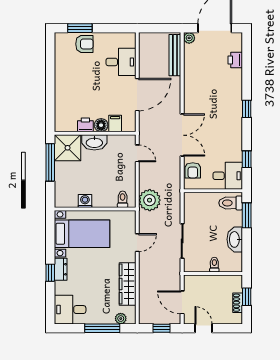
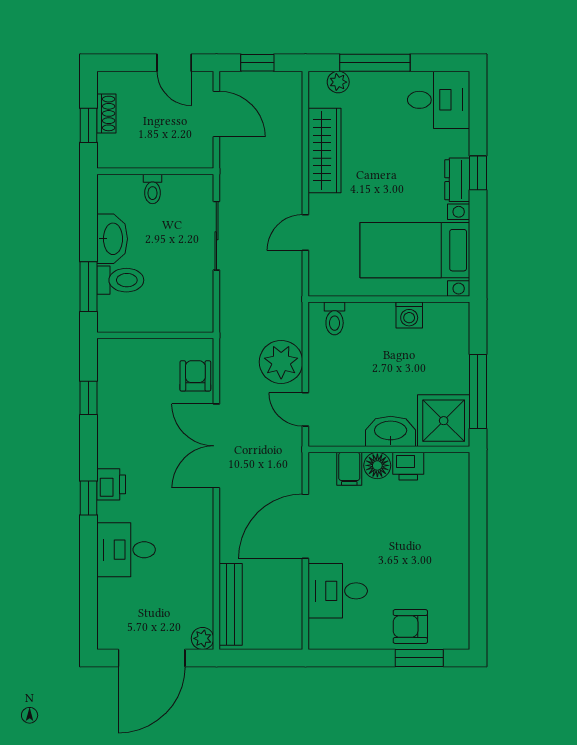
printer: (235, 60) -> (111, 484), moved
desk: (228, 176) -> (126, 550), moved
plant: (150, 200) -> (281, 362), moved
toilet: (231, 203) -> (120, 280), moved

